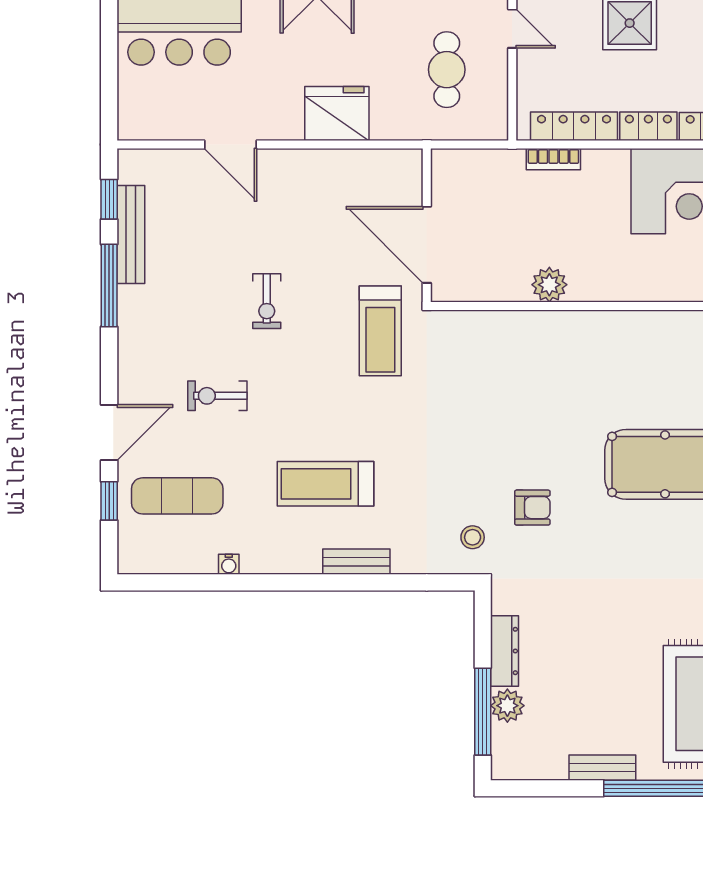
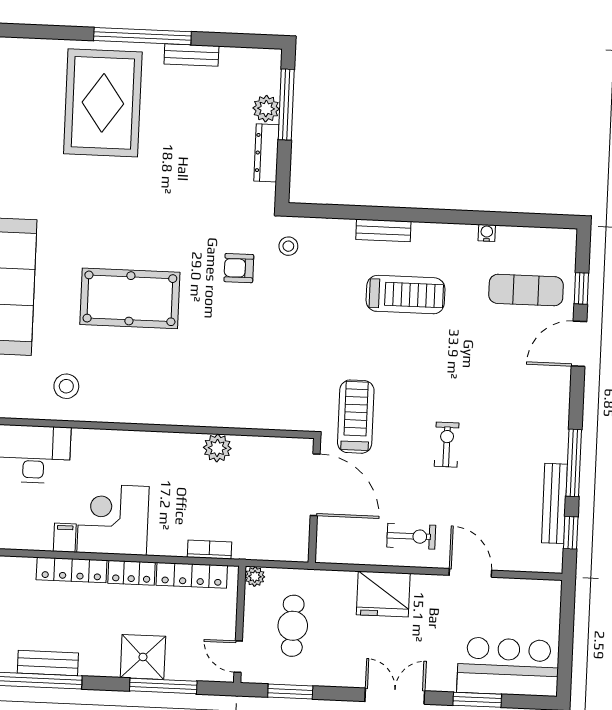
plant: (496, 128) -> (255, 576), added
exercise bike: (217, 396) -> (411, 536), moved

